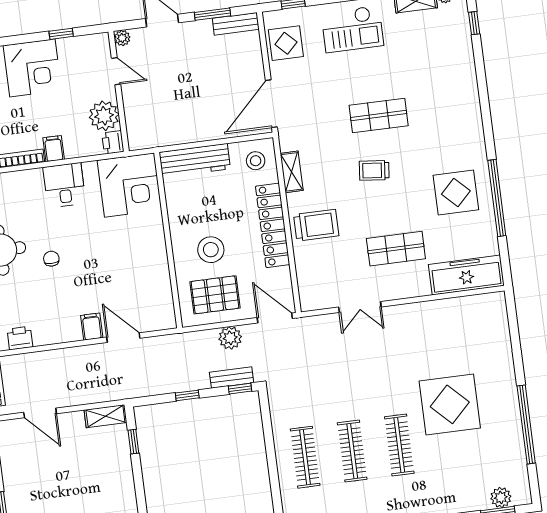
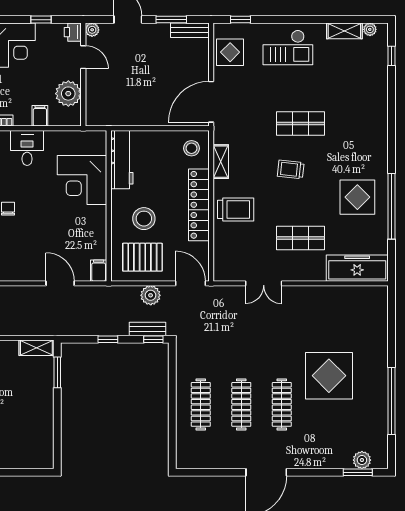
printer: (113, 142) -> (73, 32), moved
filing cabinet: (54, 149) -> (40, 116), moved
workbench: (195, 160) -> (122, 160), moved, turned -90
corner desk: (129, 185) -> (82, 180), moved, turned 90
filing cabinet: (92, 327) -> (99, 271), moved
window: (133, 442) -> (57, 372), width x1.50

